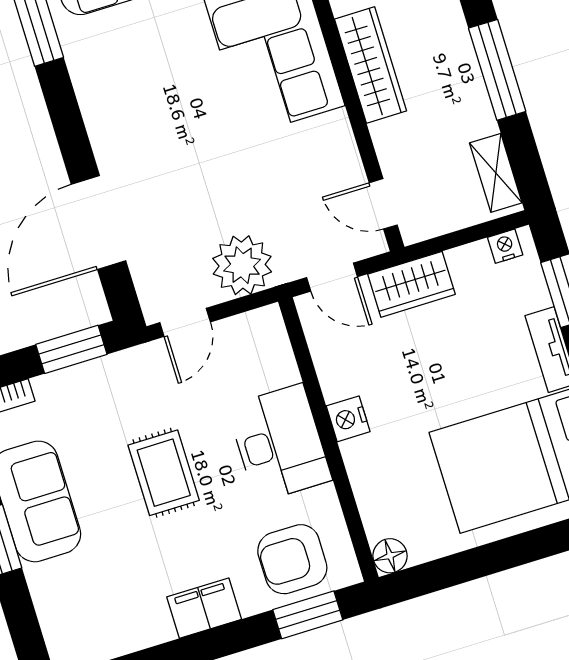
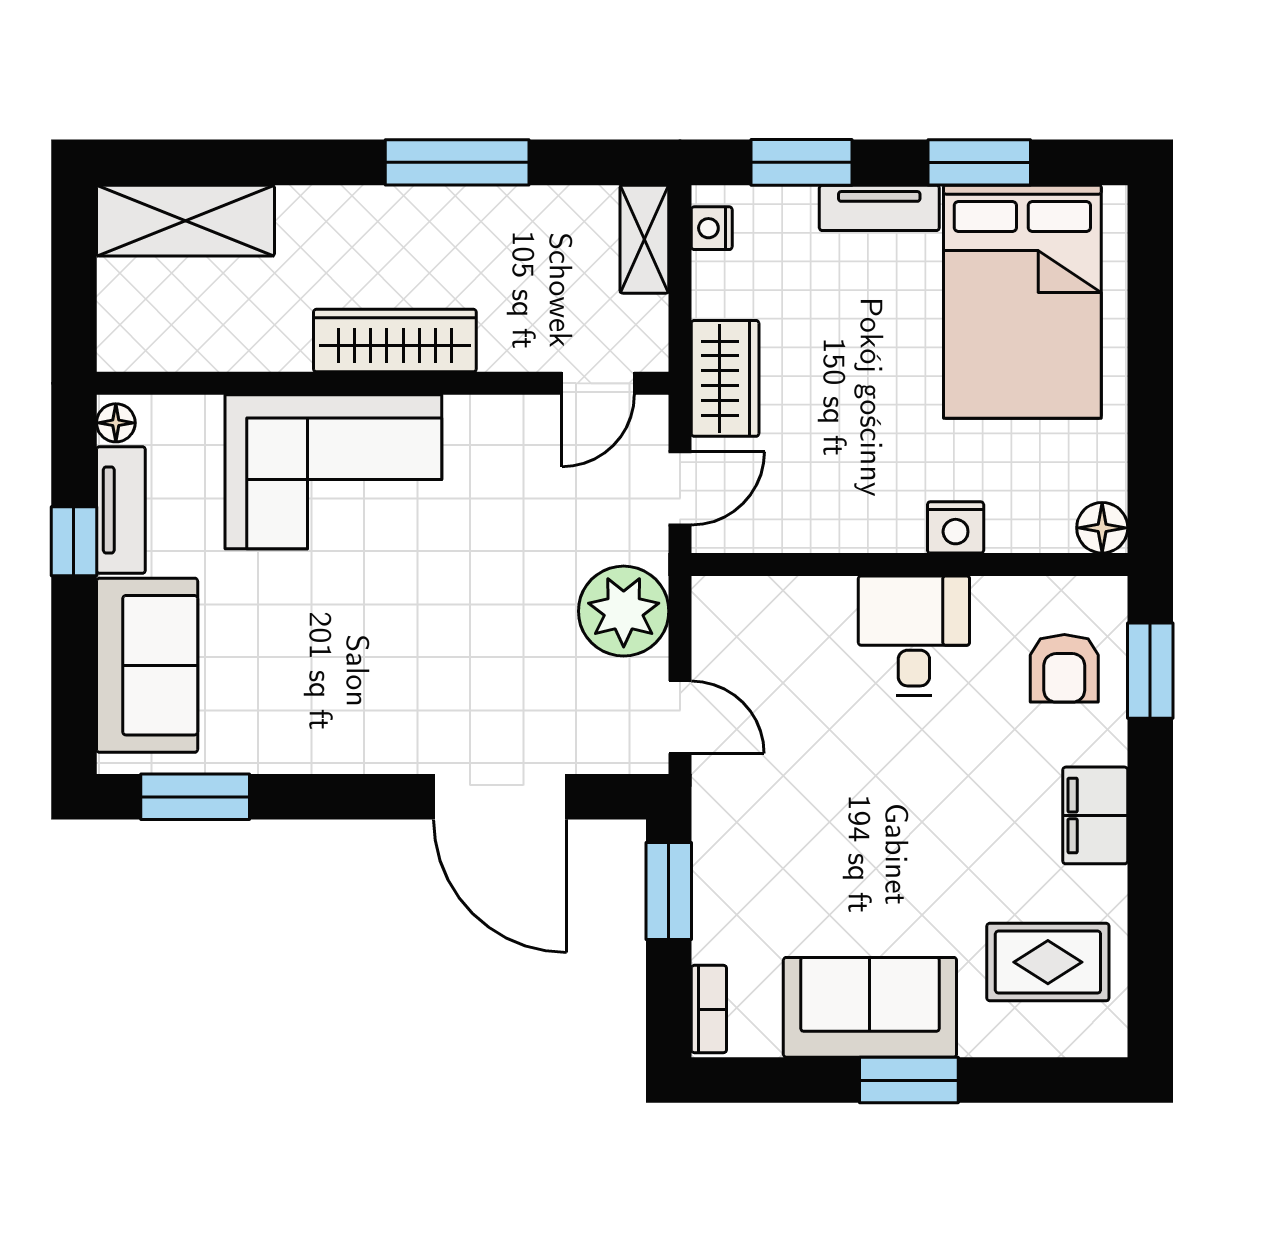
shelving: (496, 173) -> (644, 239), moved, turned 90
nightstand: (348, 419) -> (956, 527), moved
desk: (279, 443) -> (914, 636), width x0.73
rug: (164, 473) -> (1048, 962), moved
armchair: (292, 559) -> (1064, 668), width x0.72, depth x0.72

